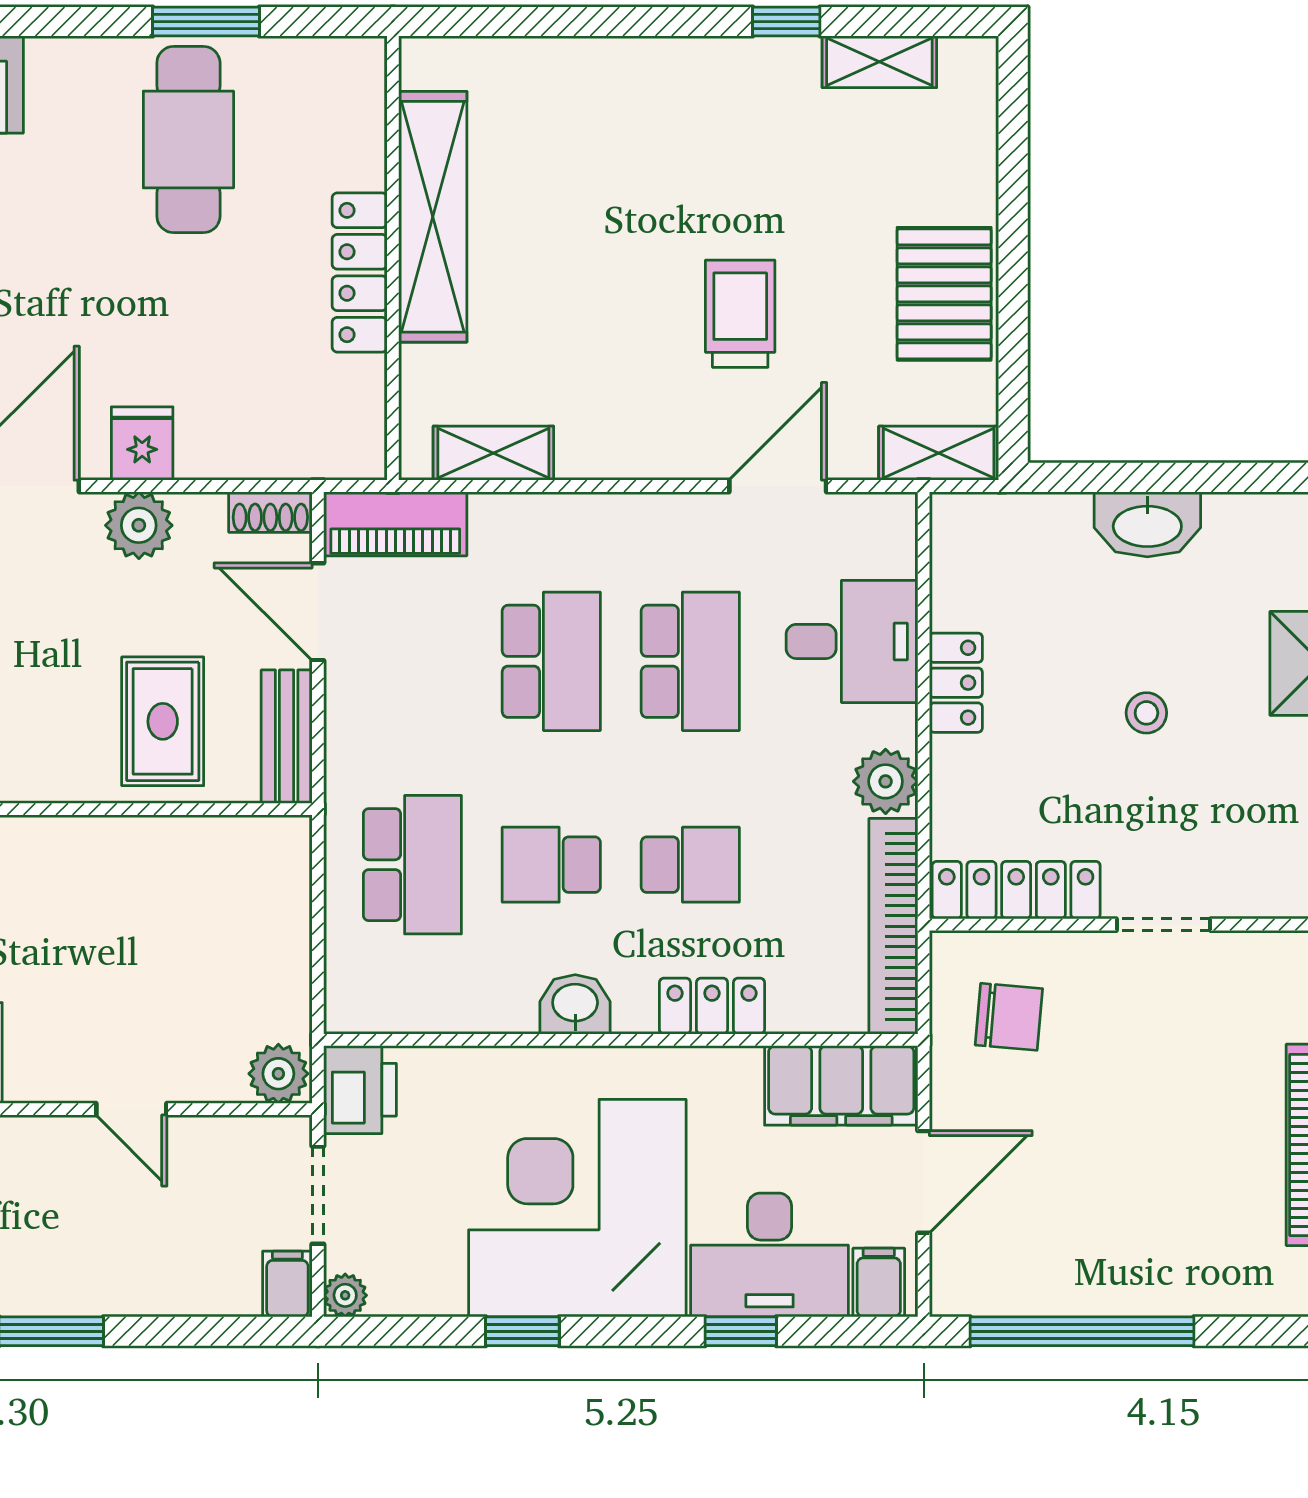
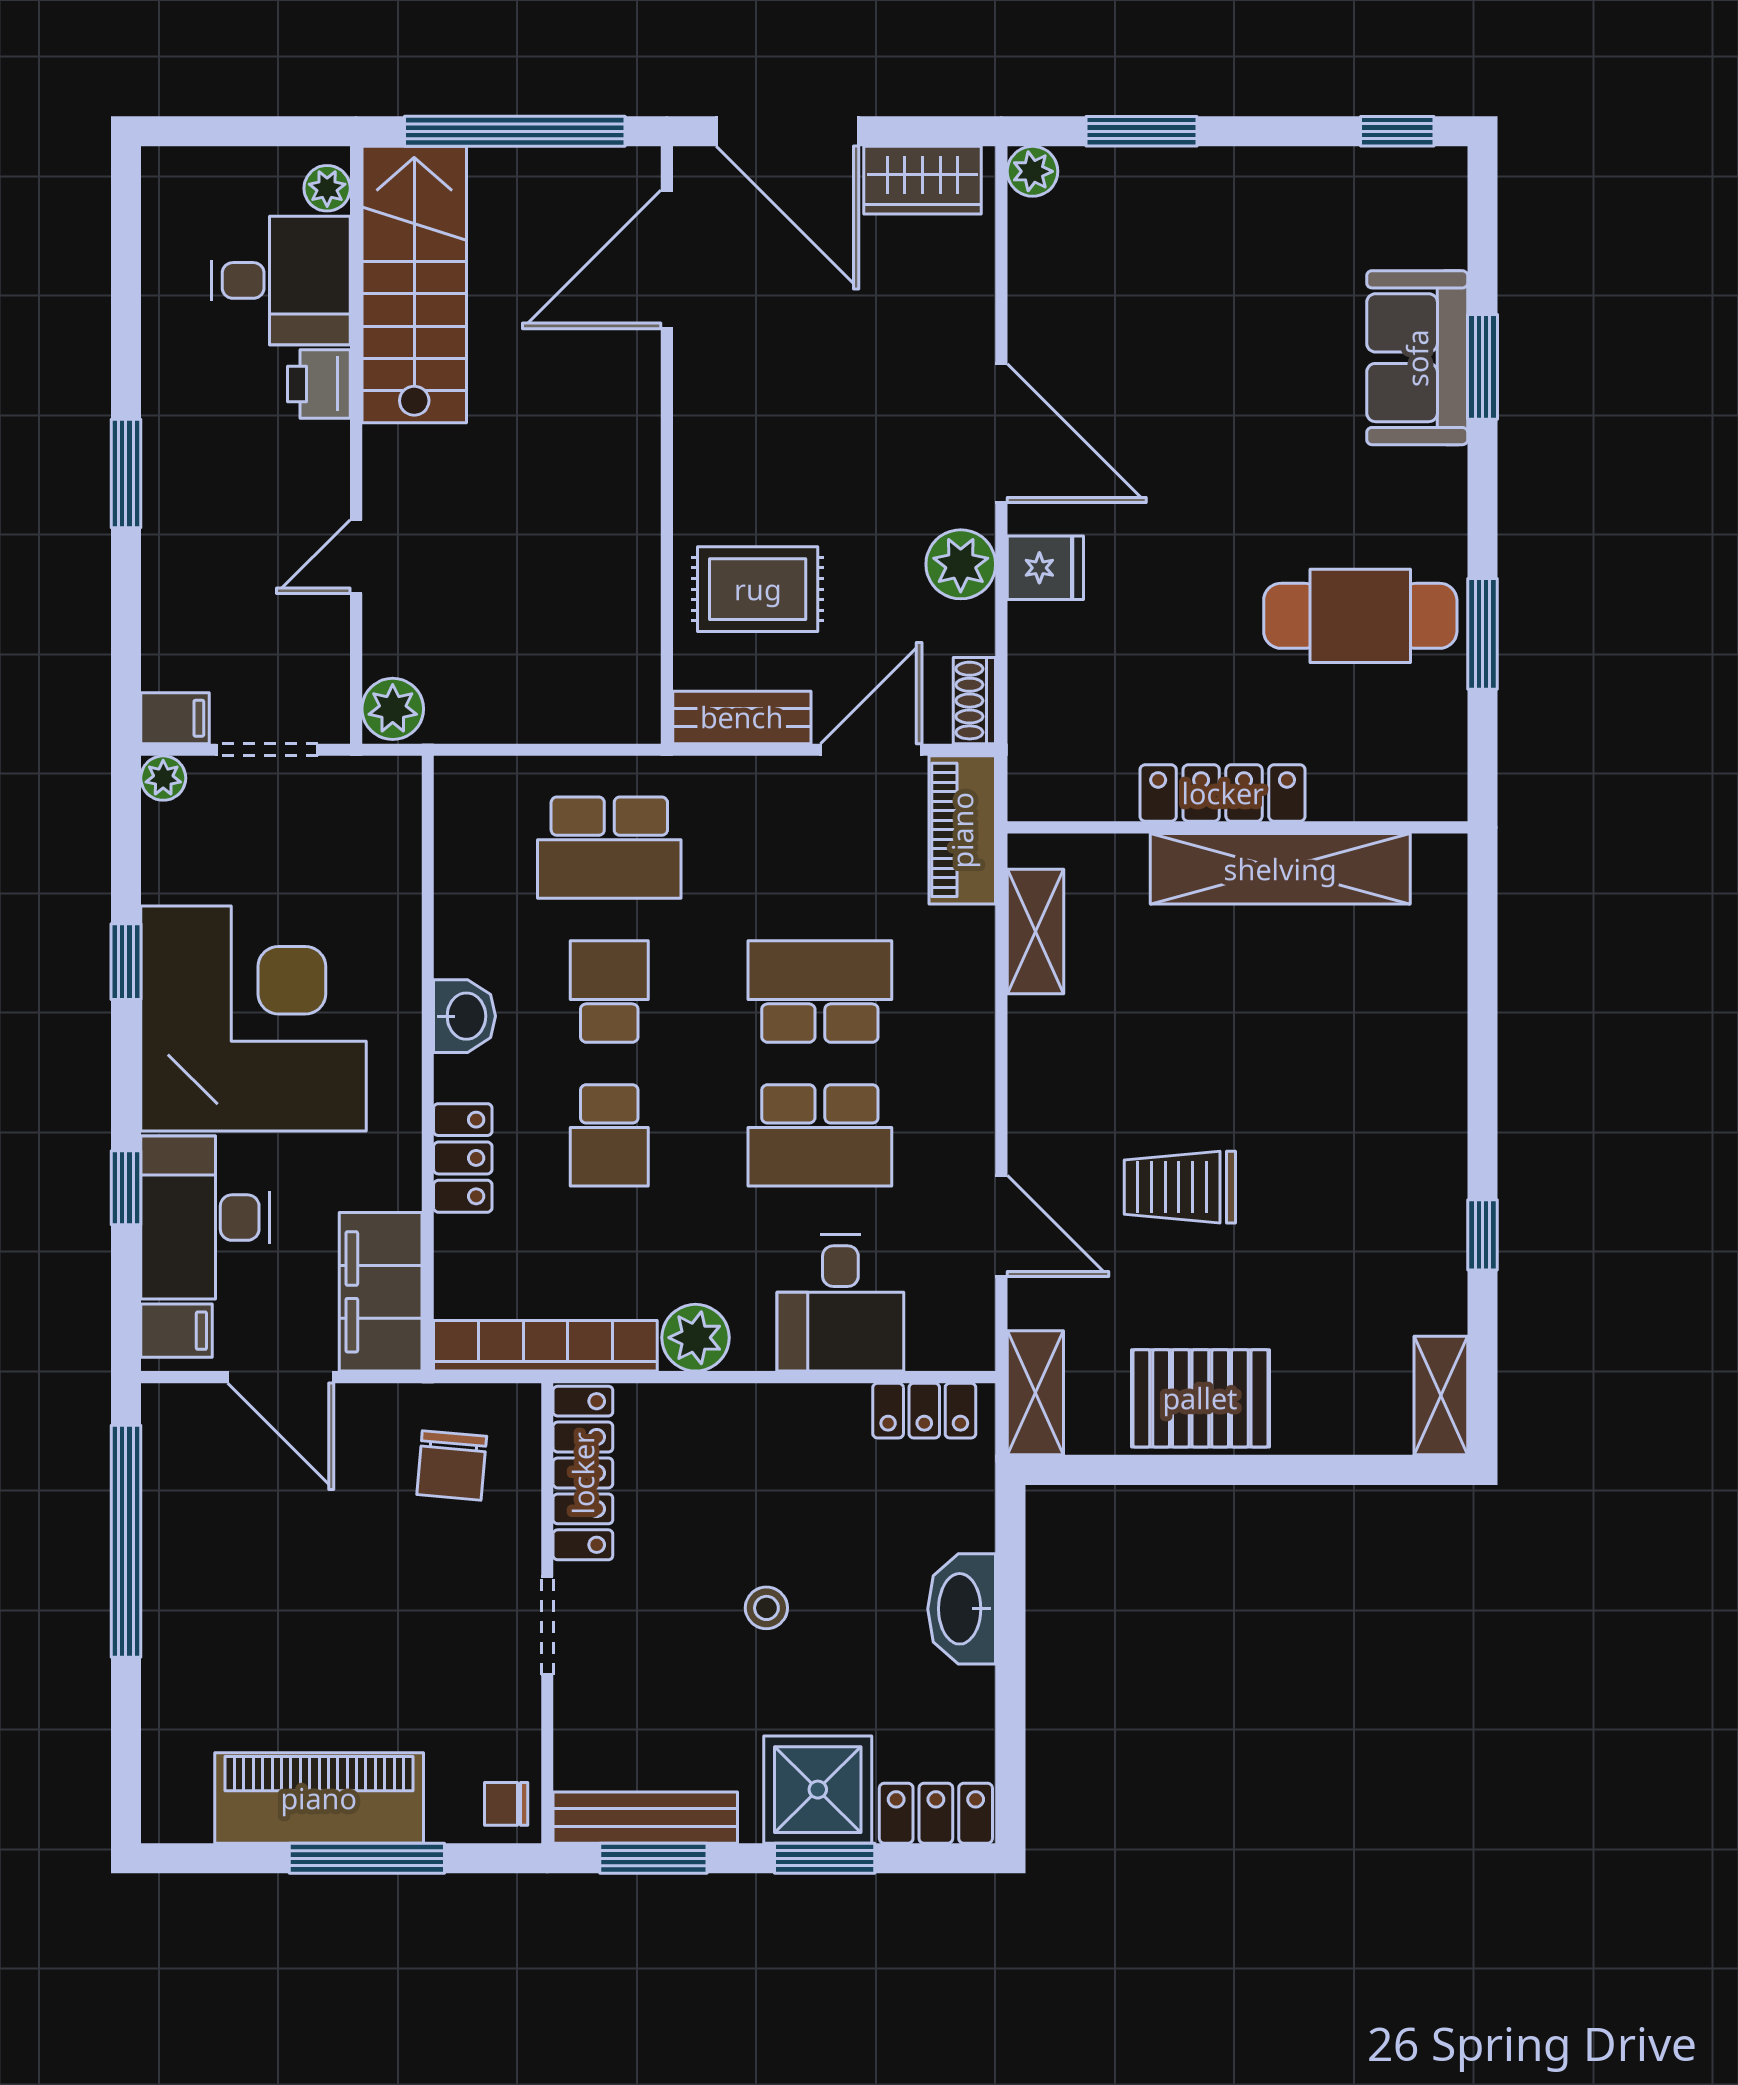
shelving: (879, 62) -> (1441, 1396), moved
trolley: (740, 314) -> (1180, 1187), turned 180
school desk: (551, 661) -> (820, 992), turned 180
locker: (956, 683) -> (924, 1411), moved
printer: (360, 1090) -> (376, 793), removed

